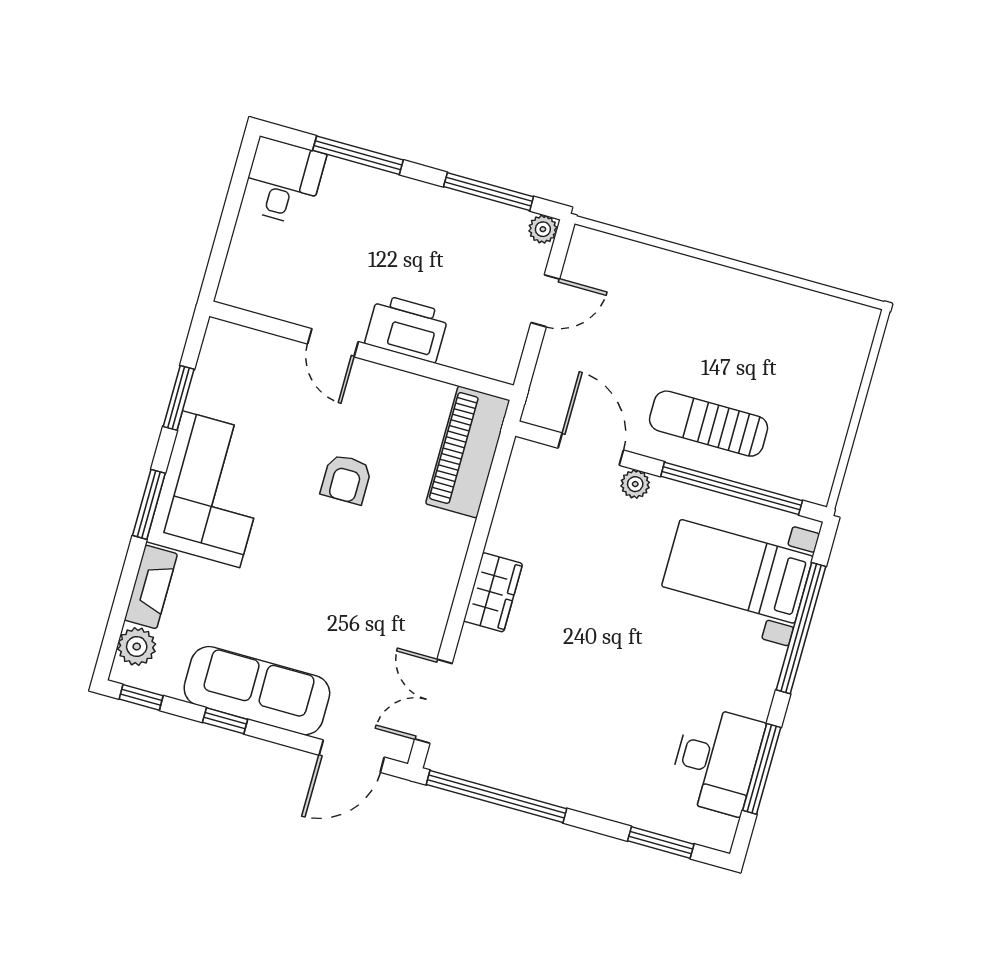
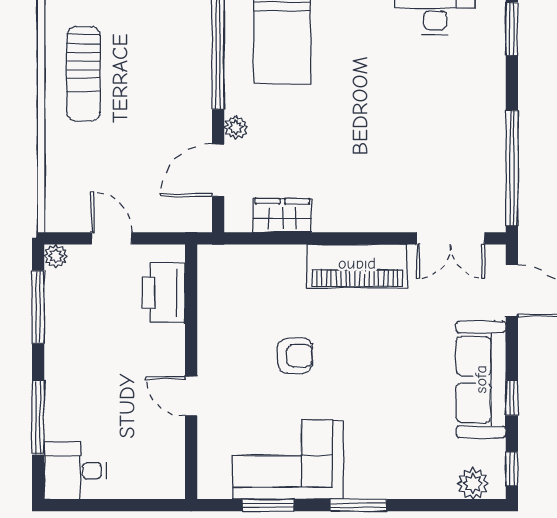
printer: (407, 328) -> (164, 293), moved
door: (333, 343) -> (191, 396), swing flipped
sun lounger: (709, 424) -> (83, 74), moved
piano: (468, 452) -> (357, 266), moved
corner sofa: (211, 489) -> (288, 460), moved
fireplace: (151, 587) -> (423, 486), removed
wardrobe: (493, 592) -> (282, 215), moved

